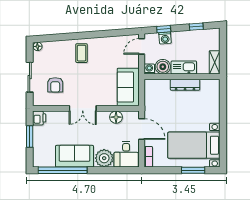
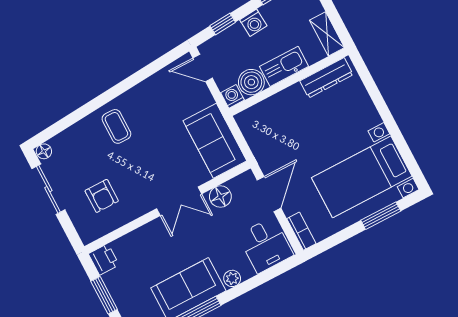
washing machine: (165, 38) -> (253, 23), moved
door: (142, 46) -> (203, 68), hinge flipped
sliding door: (30, 77) -> (48, 189), moved
dresser: (185, 85) -> (326, 78), moved
double door: (83, 108) -> (179, 201), moved
door: (142, 129) -> (269, 194), hinge flipped
plant: (104, 158) -> (232, 278), width x0.53, depth x0.53

